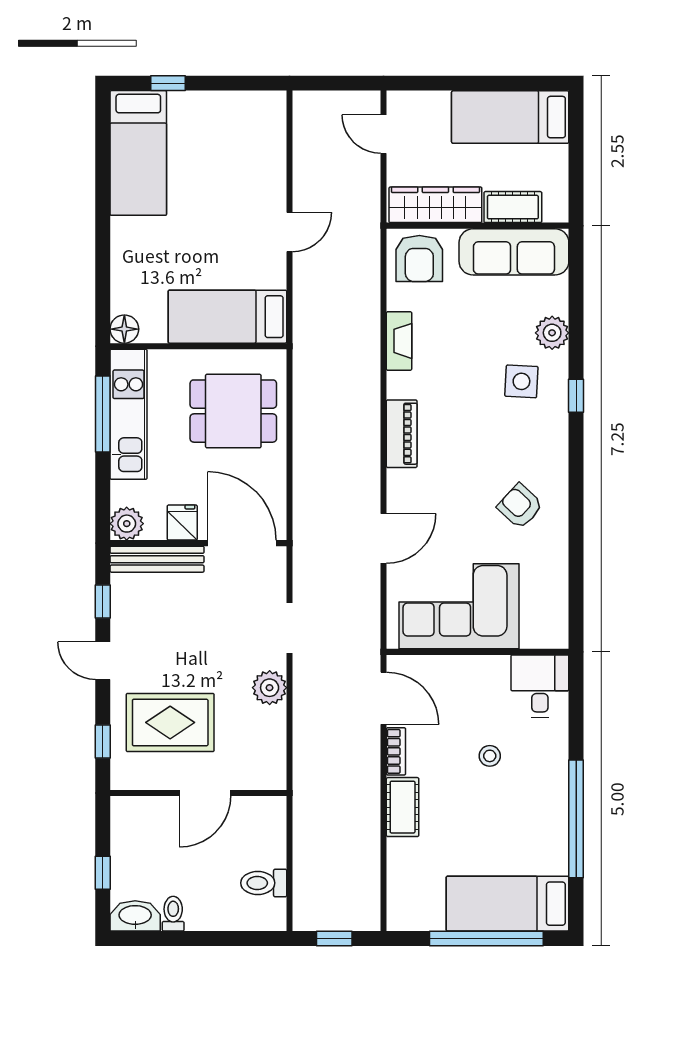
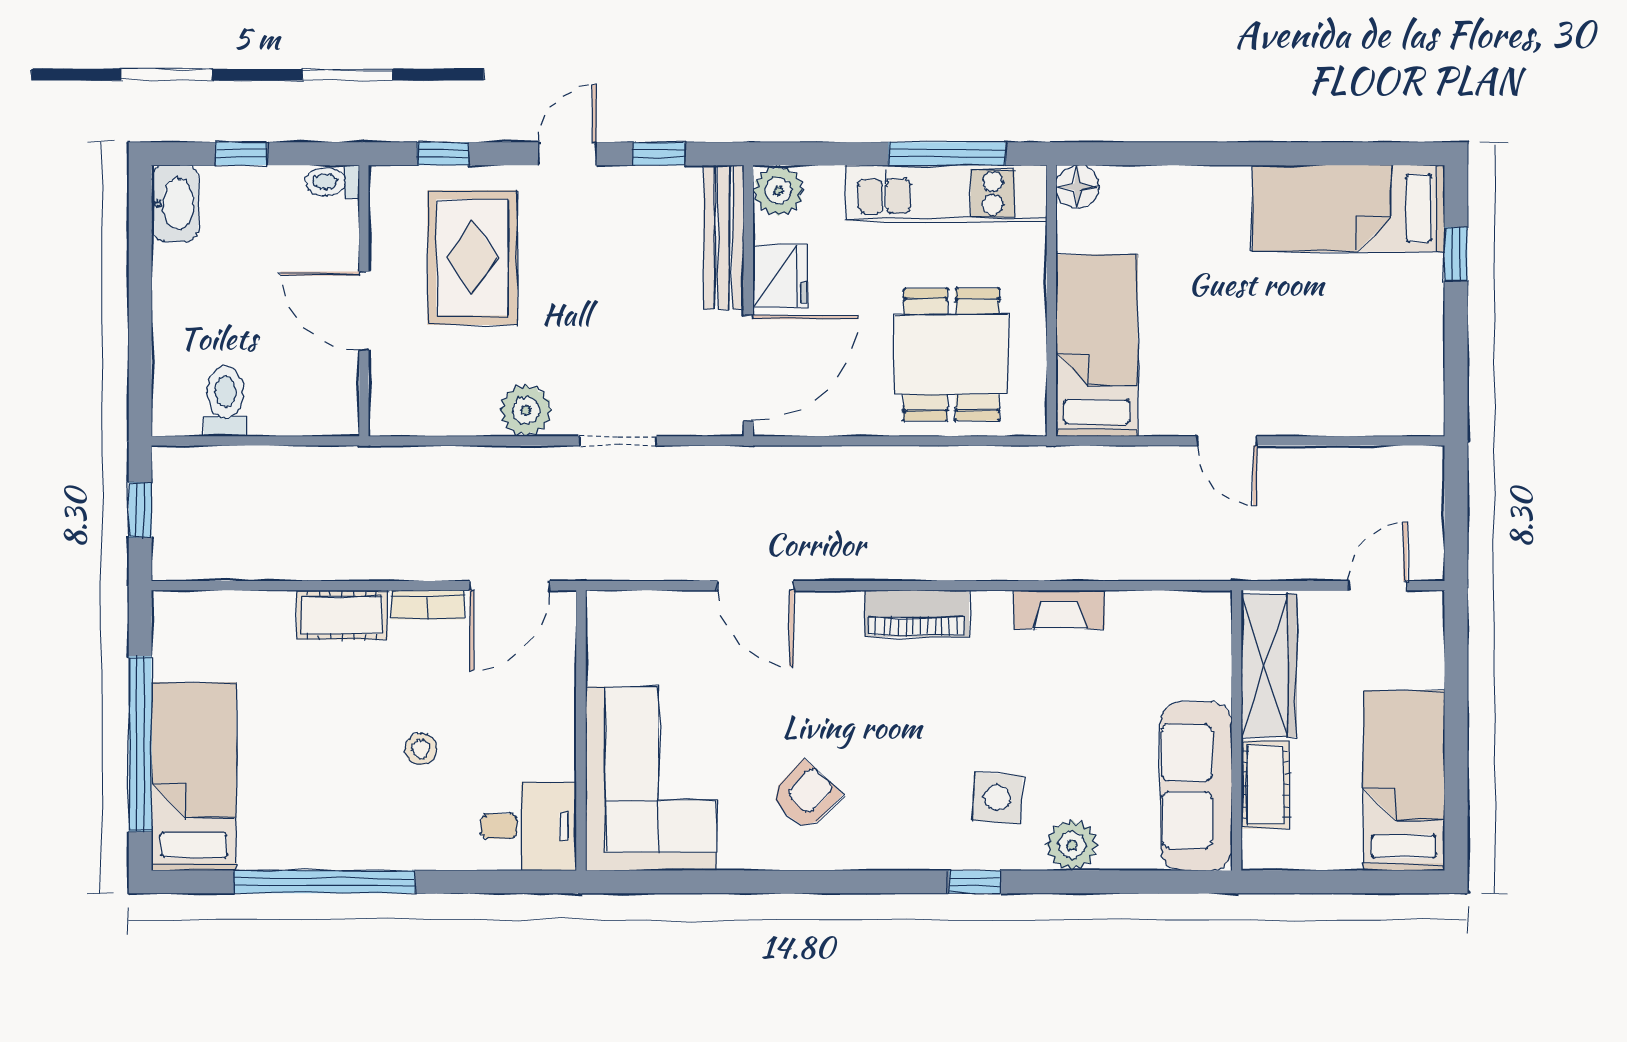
armchair: (419, 259) -> (1186, 641), removed
fridge: (182, 523) -> (780, 276), width x1.38
corner sofa: (459, 606) -> (651, 778), moved
toilet: (173, 914) -> (333, 182), moved, turned 180

